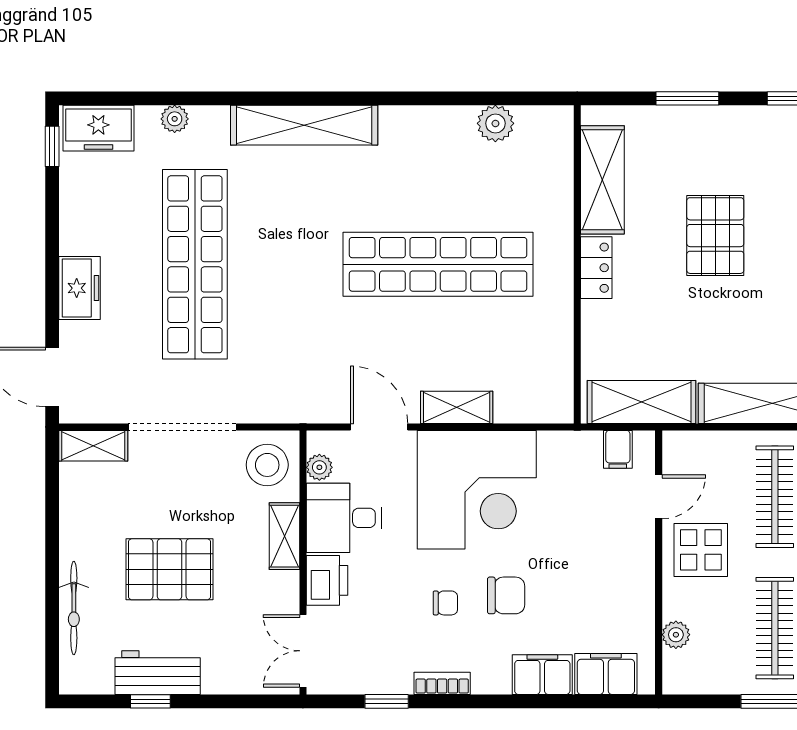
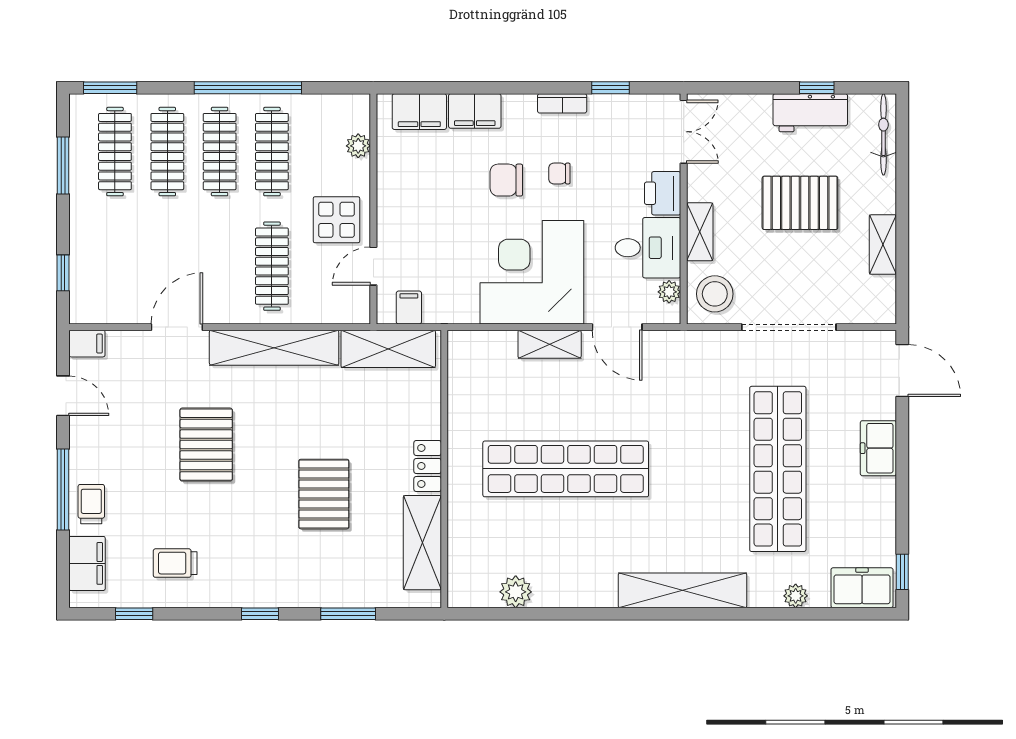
shelving: (93, 446) -> (883, 245), moved, turned 90
bicycle: (74, 608) -> (883, 134), moved

